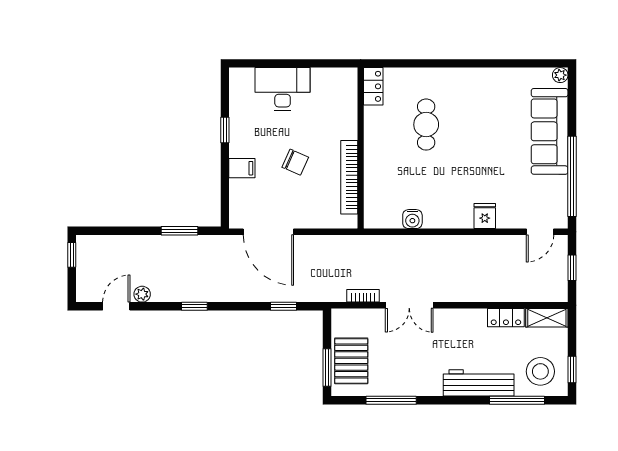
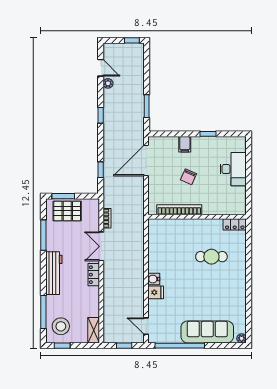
water cooler: (412, 219) -> (154, 279), moved
locker: (506, 318) -> (94, 275), moved
workbench: (479, 383) -> (54, 273), moved

